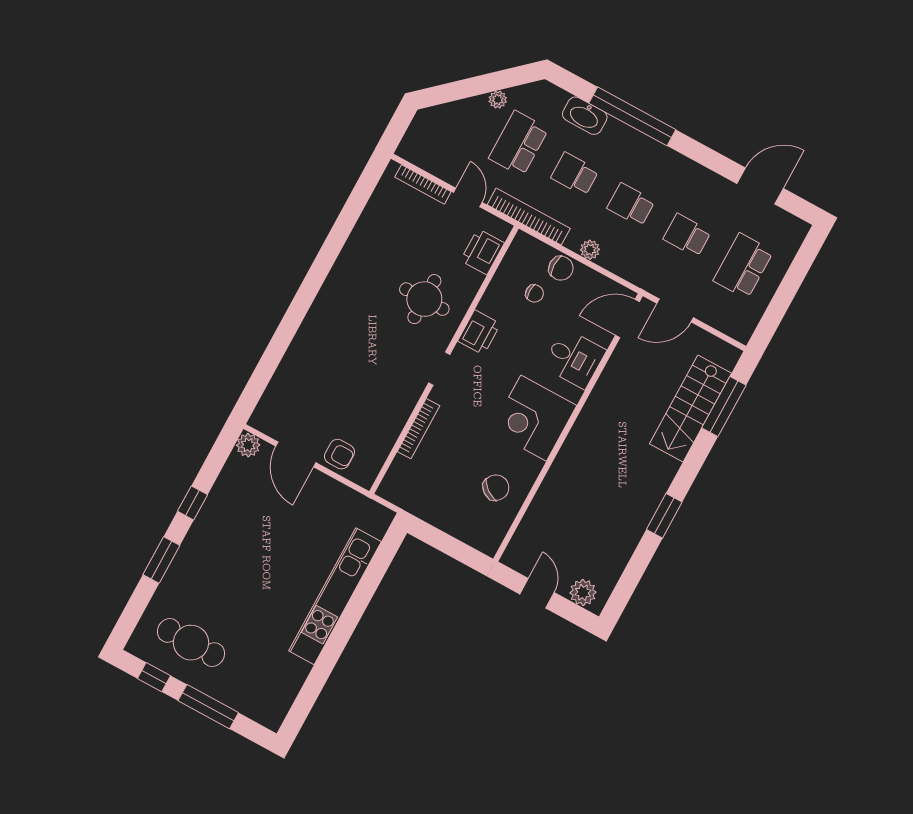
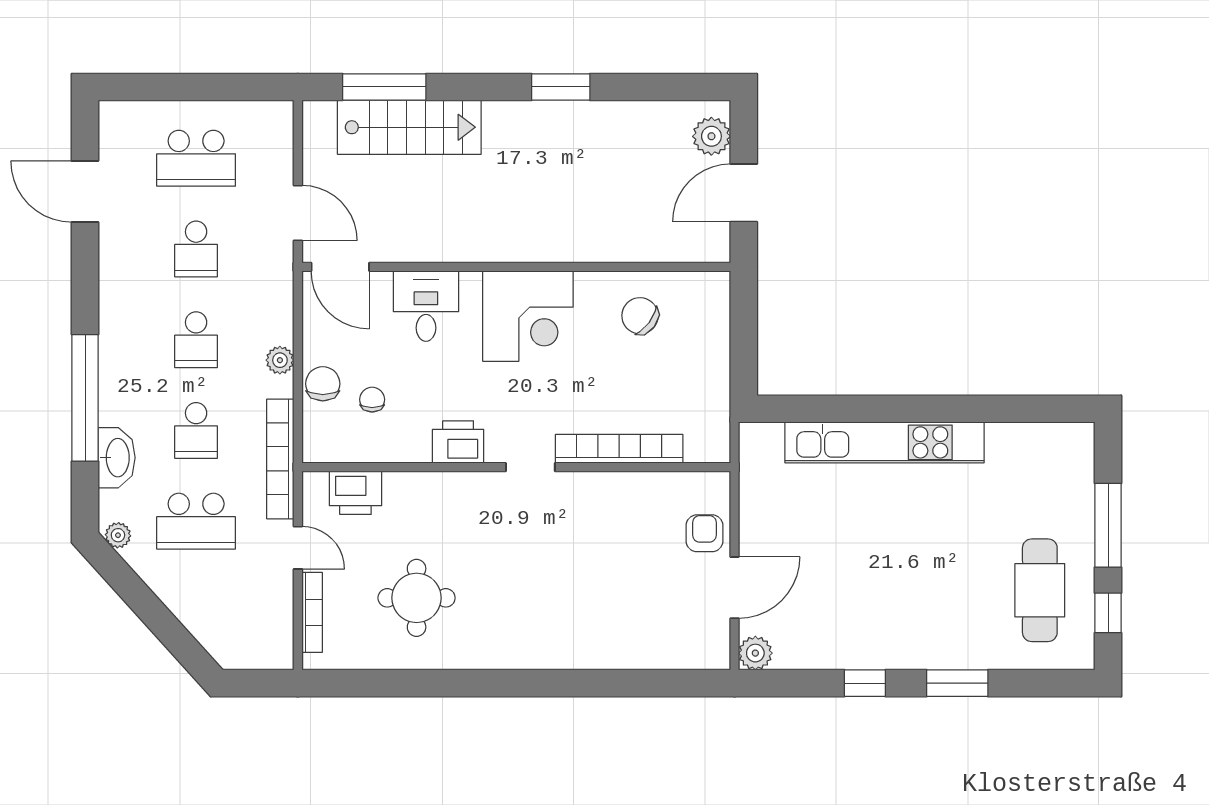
plant: (498, 100) -> (118, 535), moved
door: (468, 197) -> (298, 548), swing flipped
round table: (424, 299) -> (417, 598), moved
bookcase: (418, 429) -> (619, 449), width x1.48, depth x1.31
door: (537, 593) -> (744, 193), width x1.38

